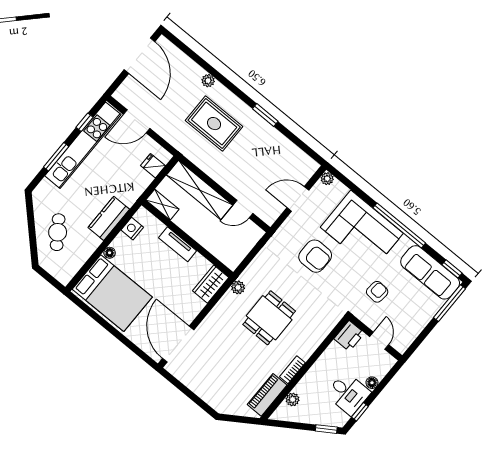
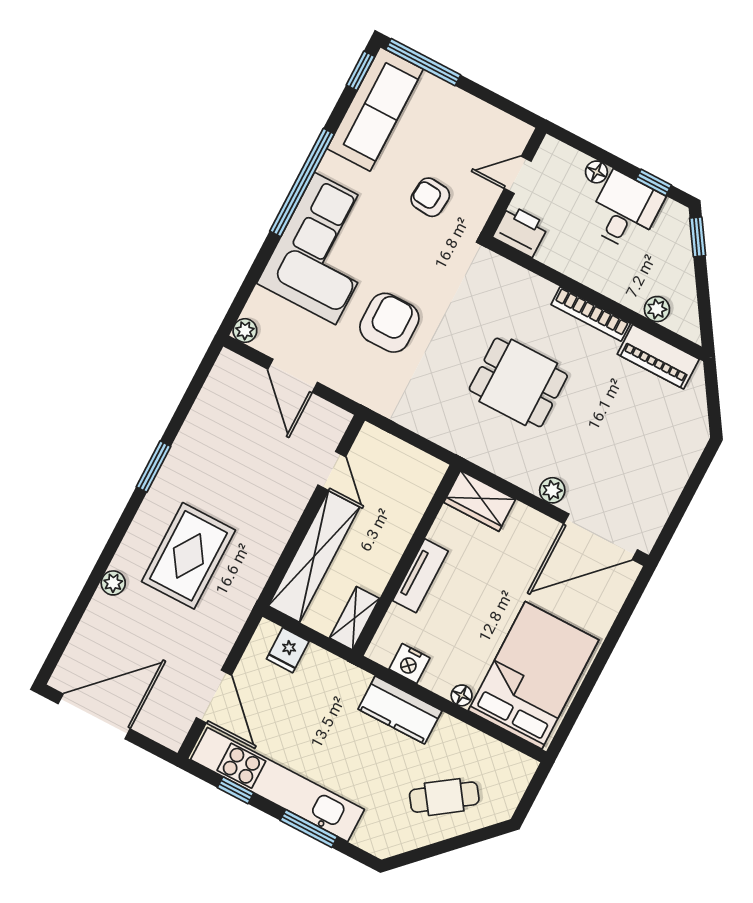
plant: (238, 287) -> (552, 490), moved
bookcase: (292, 370) -> (591, 314), width x1.56

